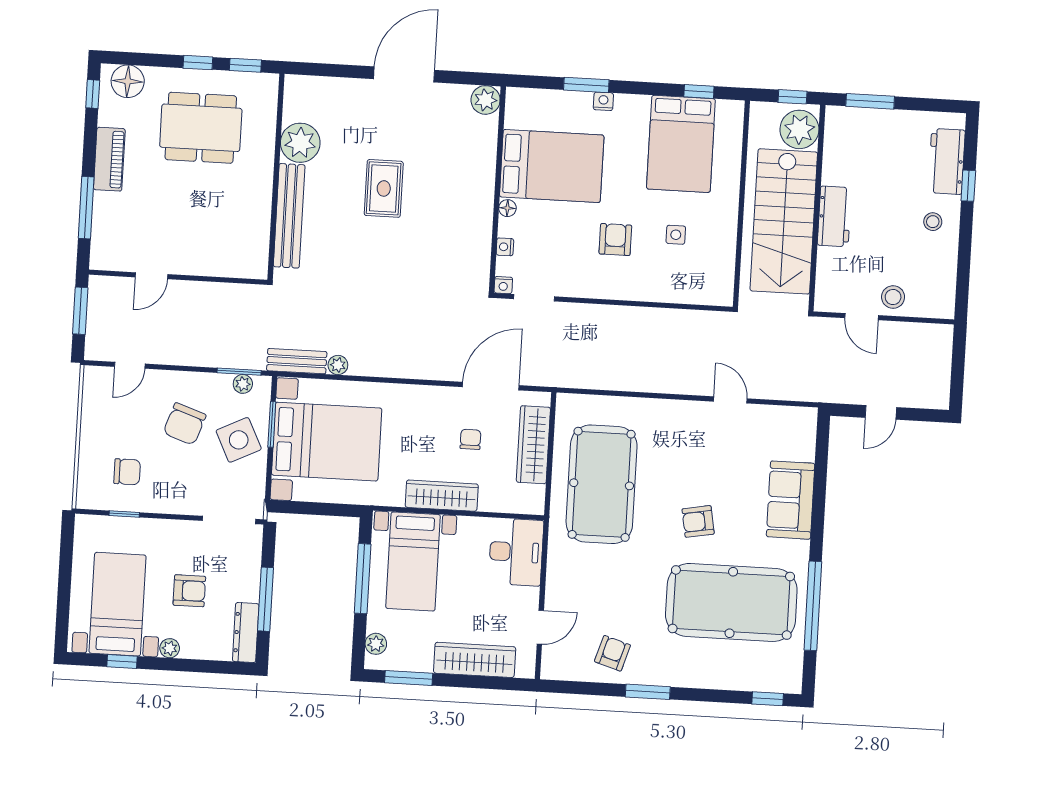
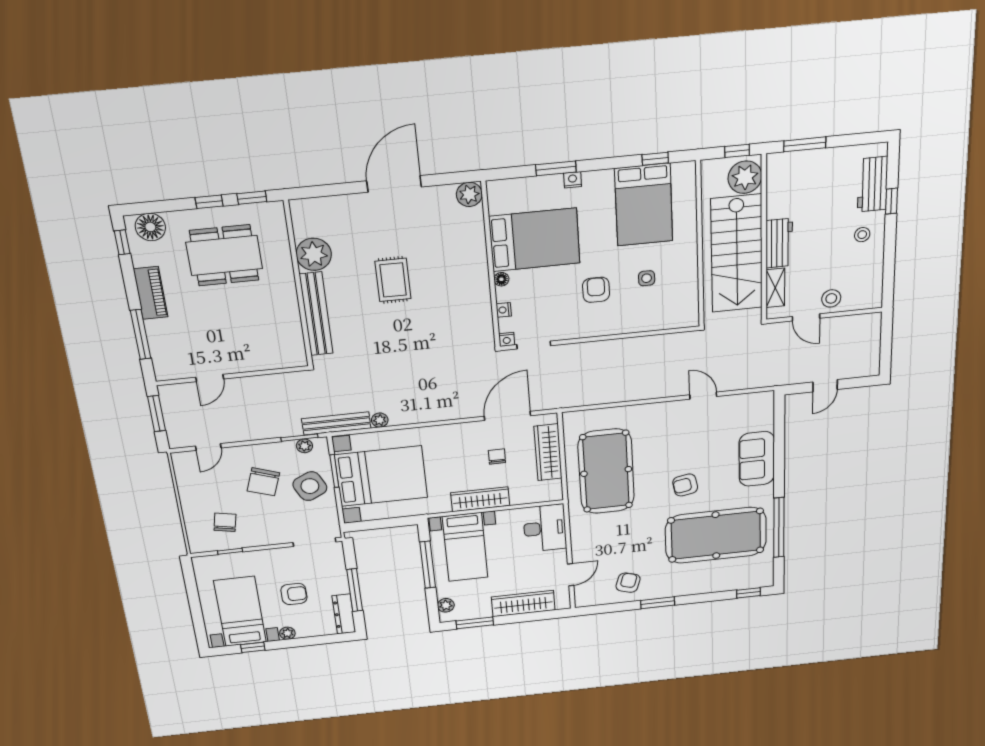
shelving: (827, 272) -> (775, 288), added
bench: (297, 361) -> (336, 423), width x1.36
chair: (127, 472) -> (225, 522), turned -79

